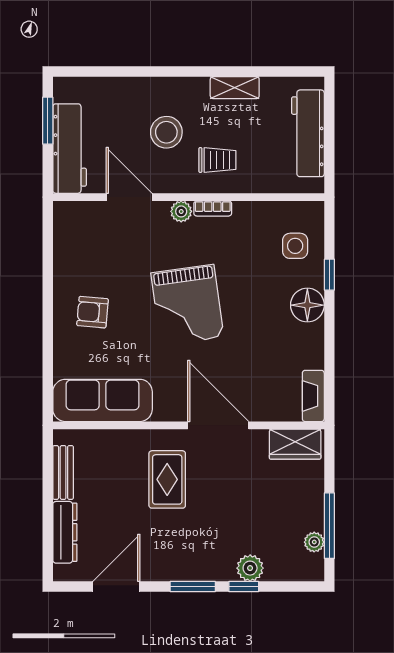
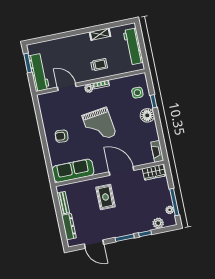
stool: (166, 132) -> (76, 58), removed
plant: (250, 568) -> (158, 223), moved
door: (116, 586) -> (94, 244), swing flipped

